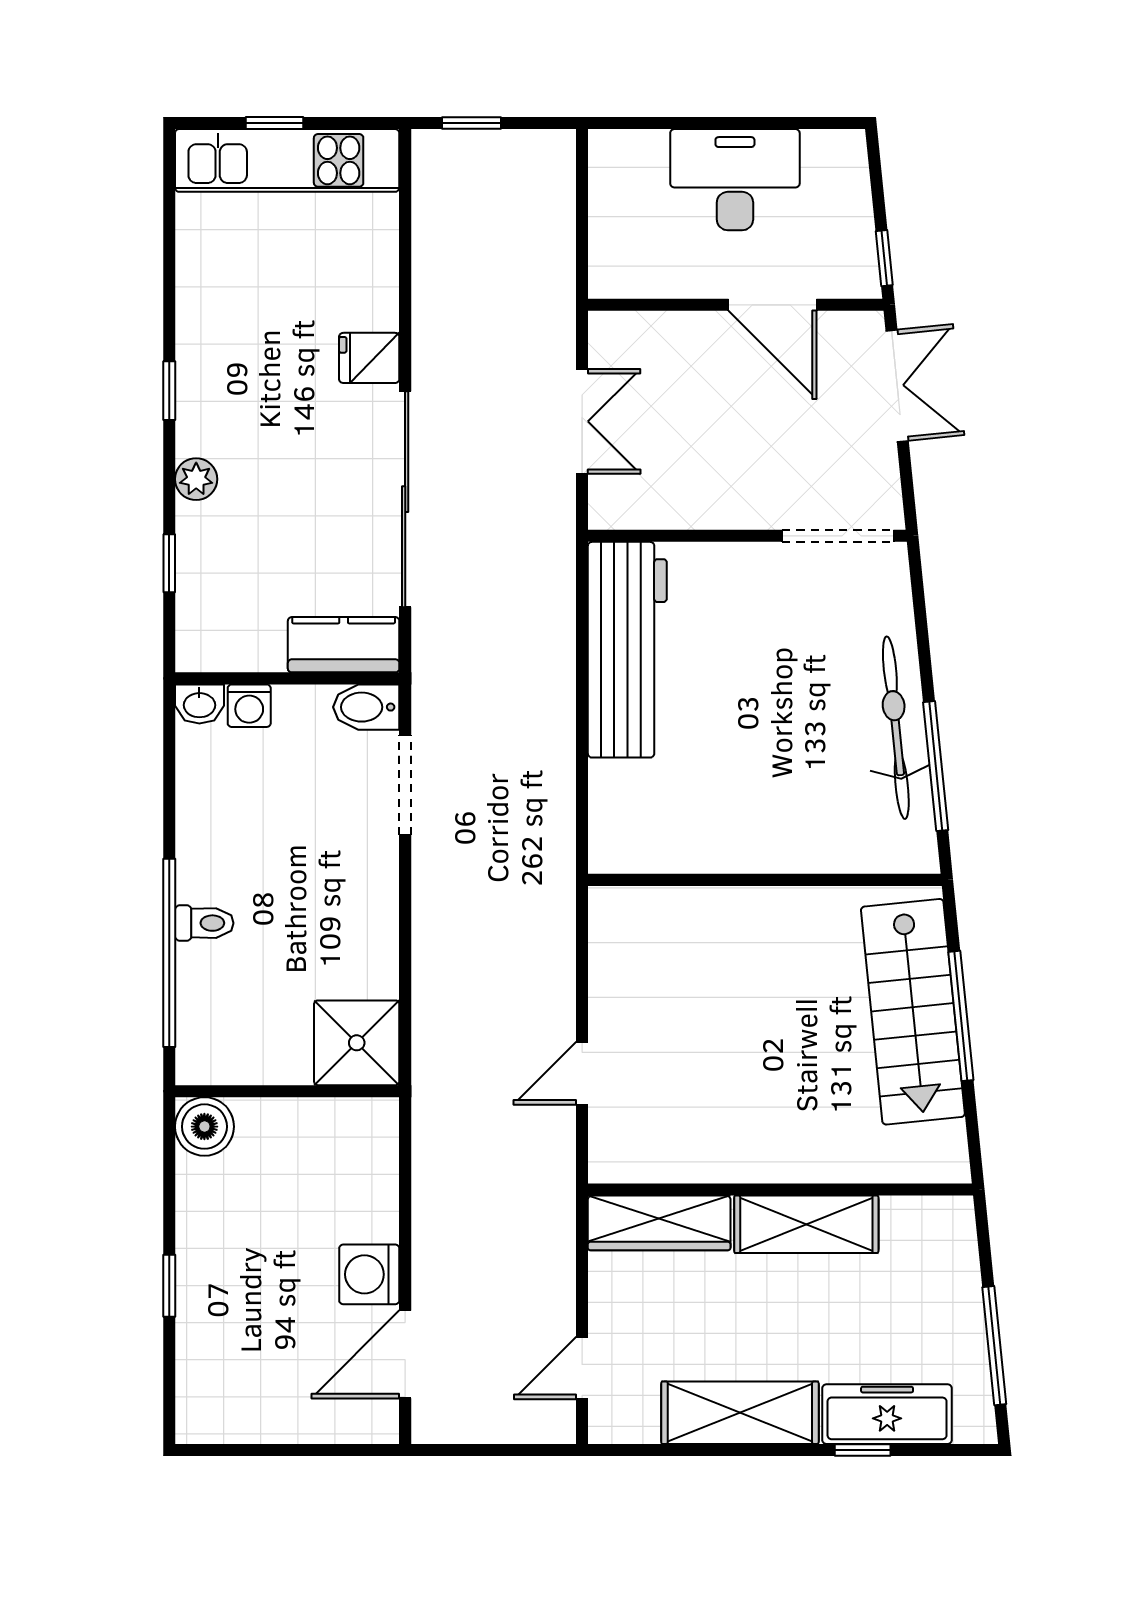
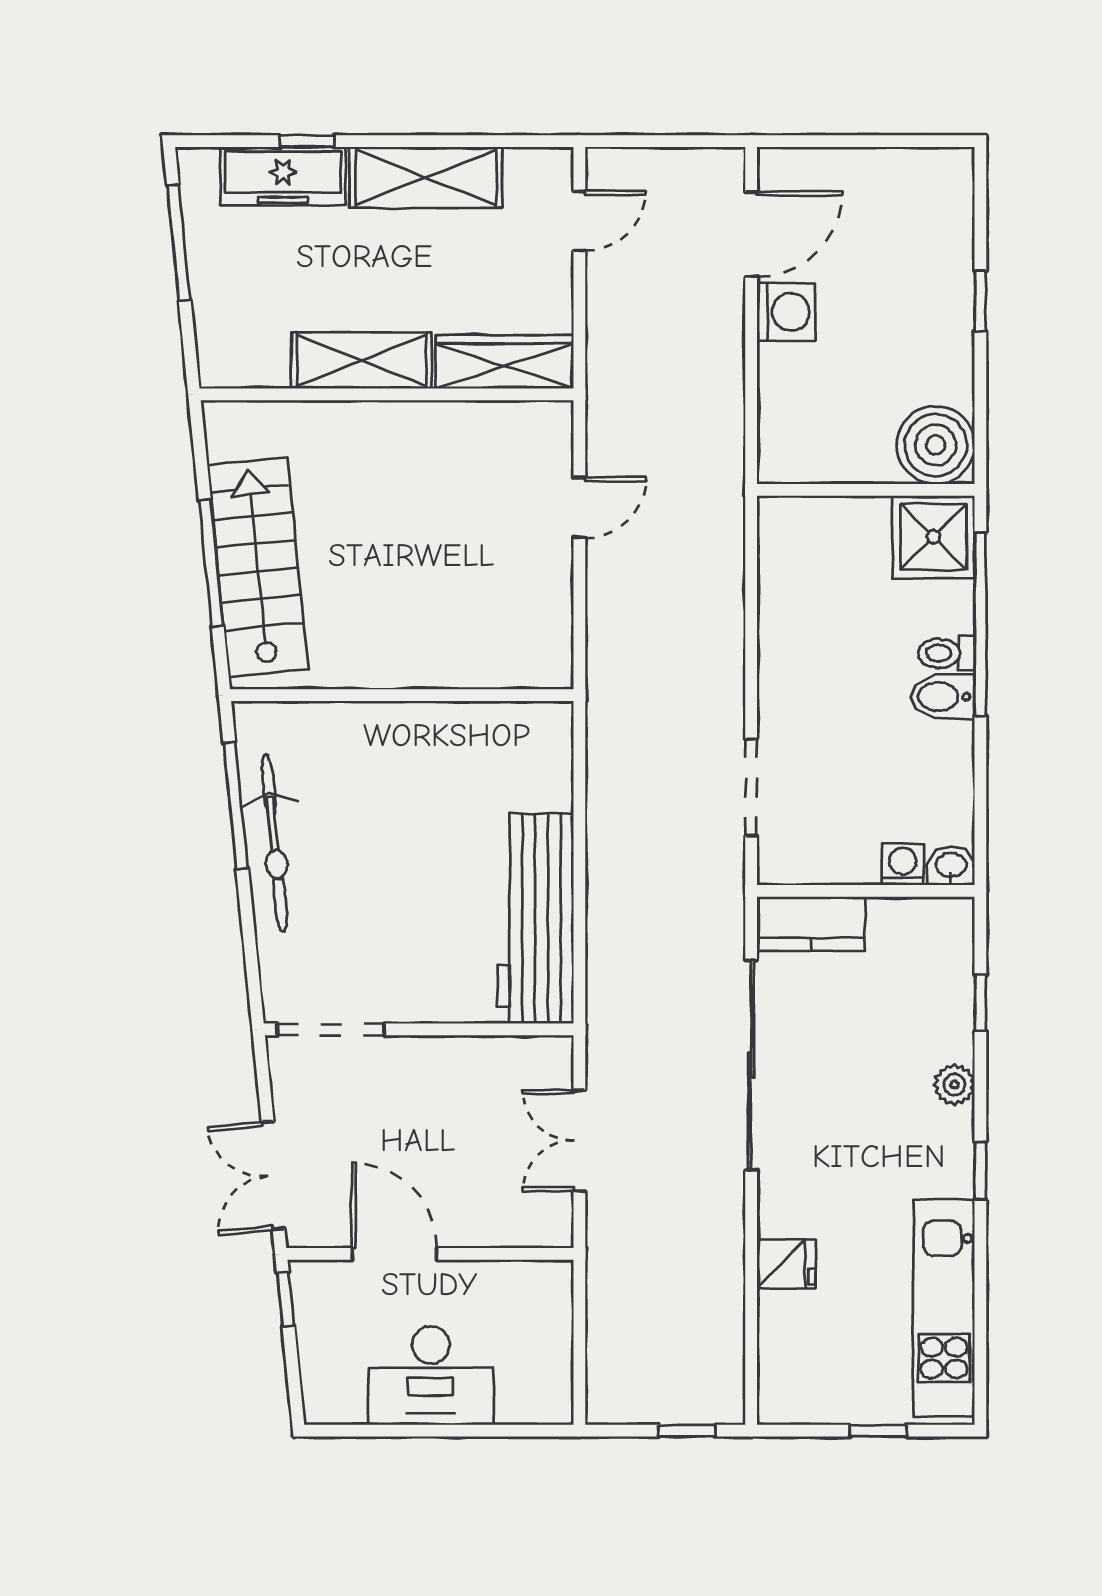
kitchen unit: (287, 160) -> (944, 1308), moved, turned -90
fridge: (369, 358) -> (786, 1264), moved
bidet: (366, 707) -> (943, 697), moved, turned 180
shower: (357, 1043) -> (933, 537), moved
boiler: (204, 1127) -> (936, 445), width x1.37, depth x1.37

